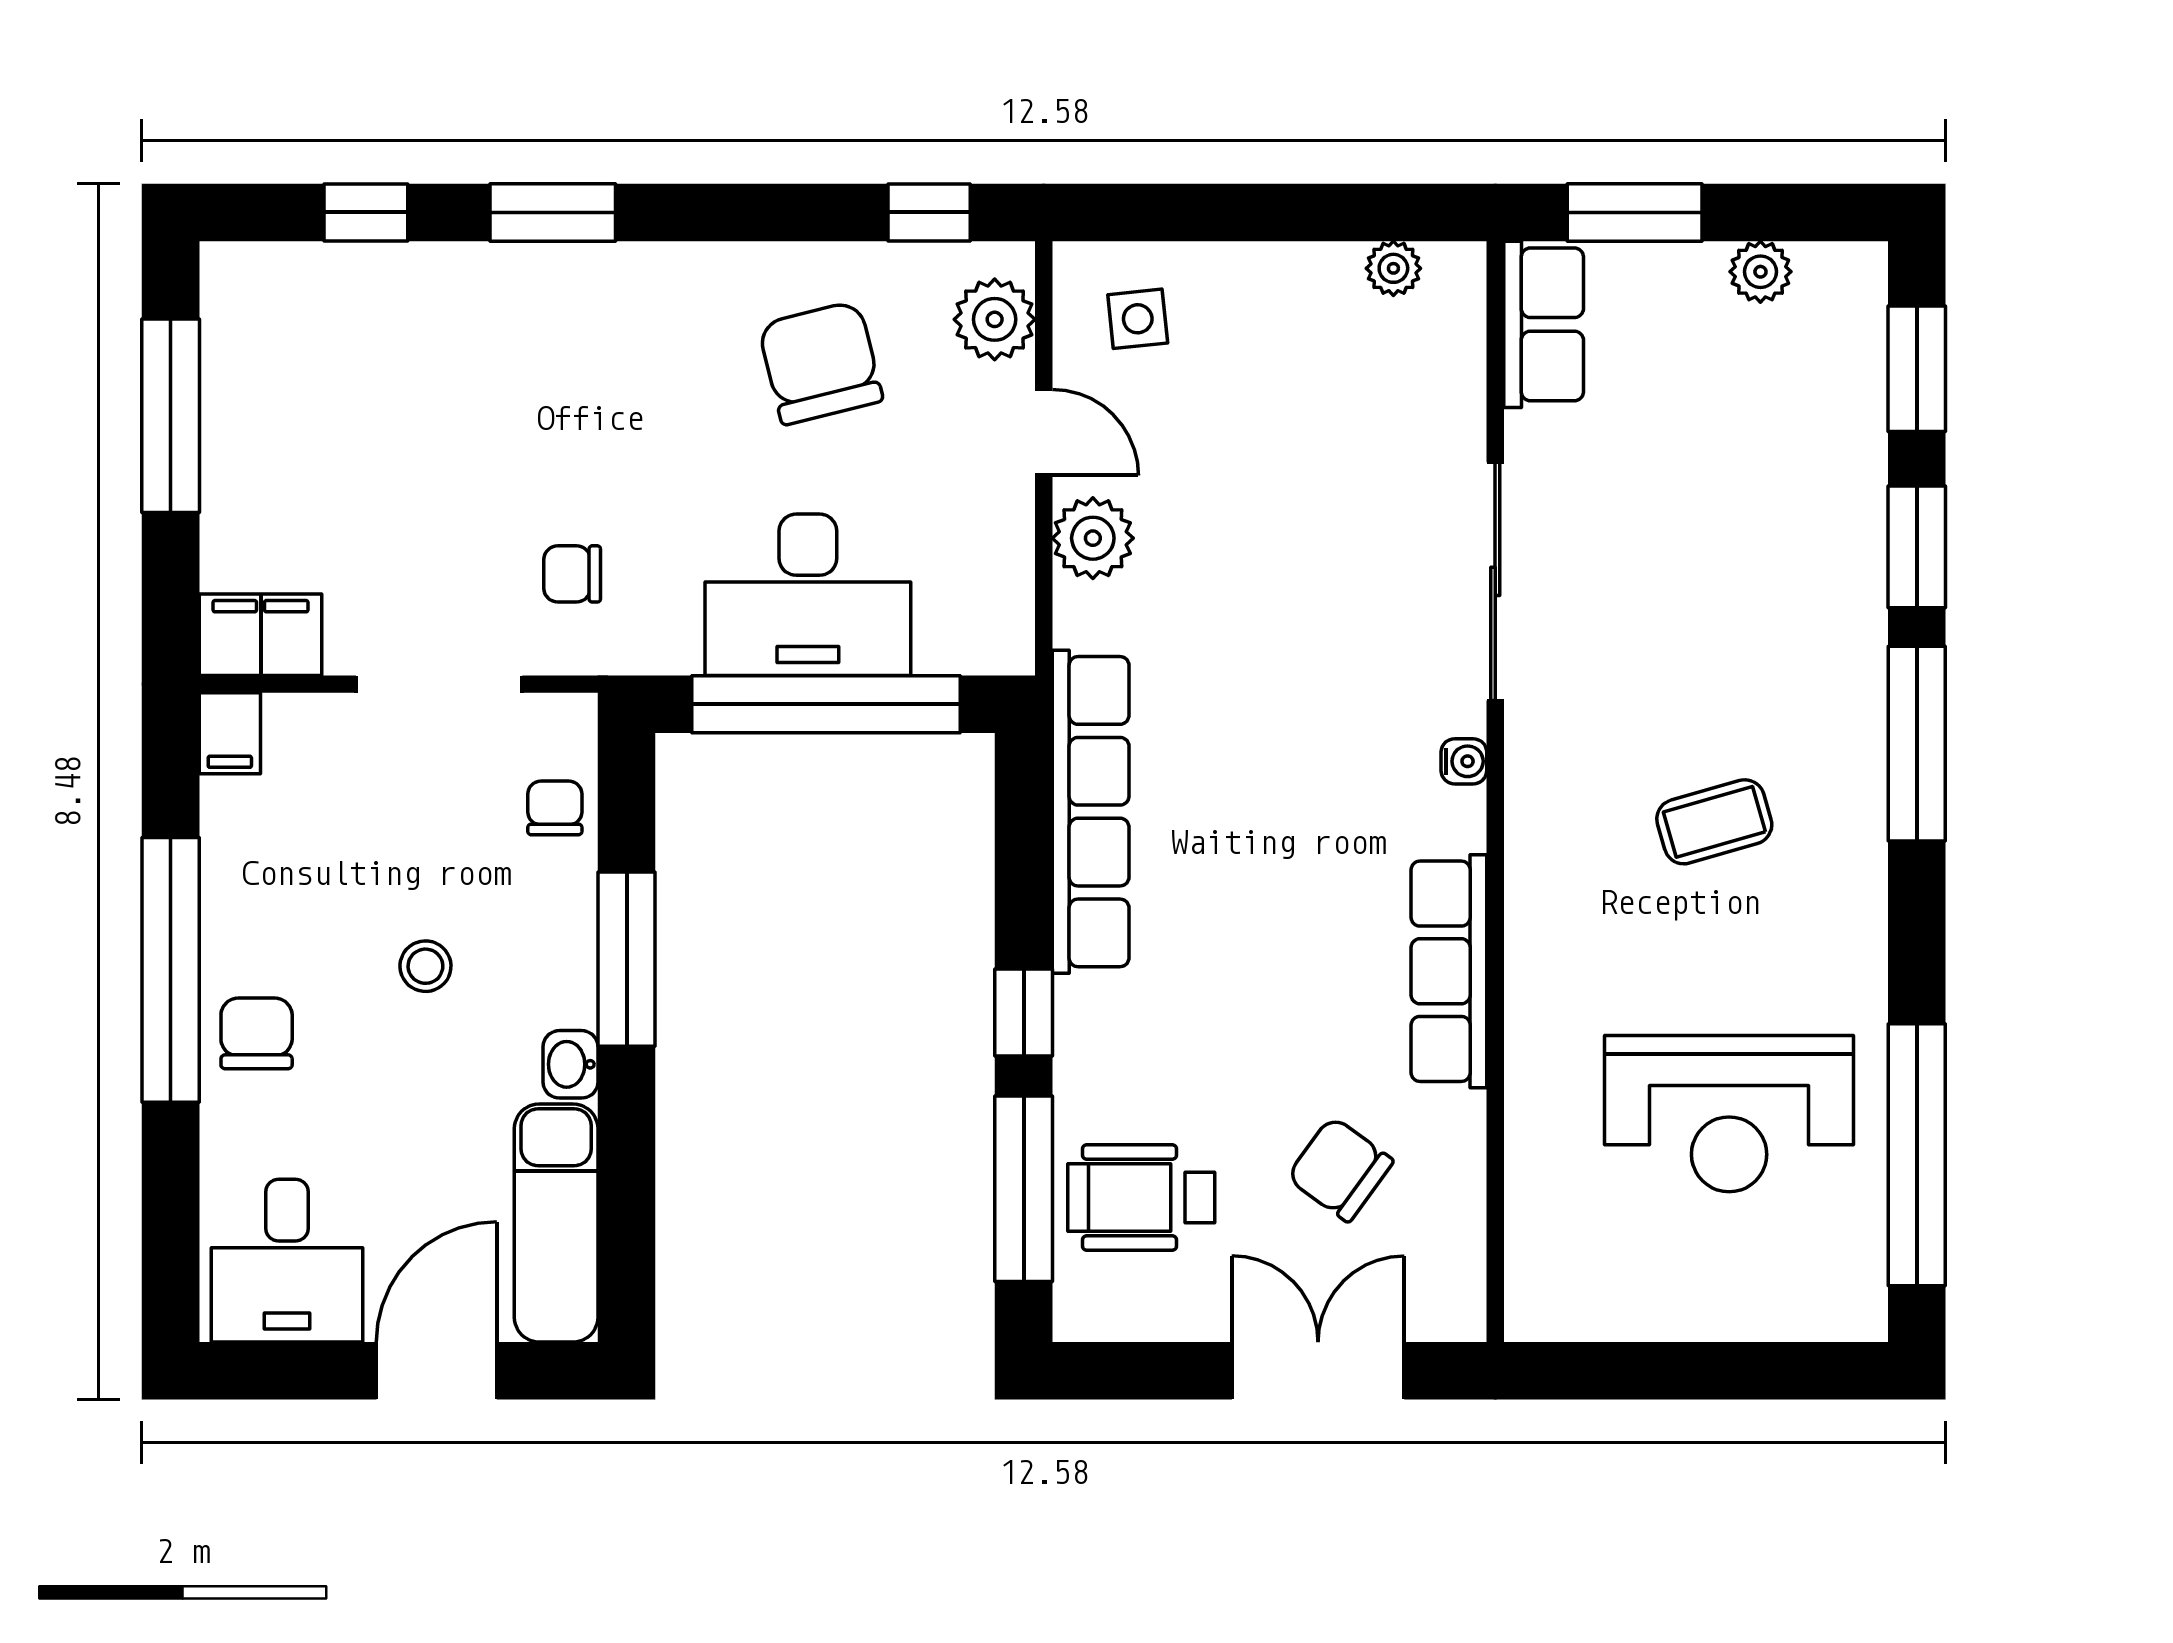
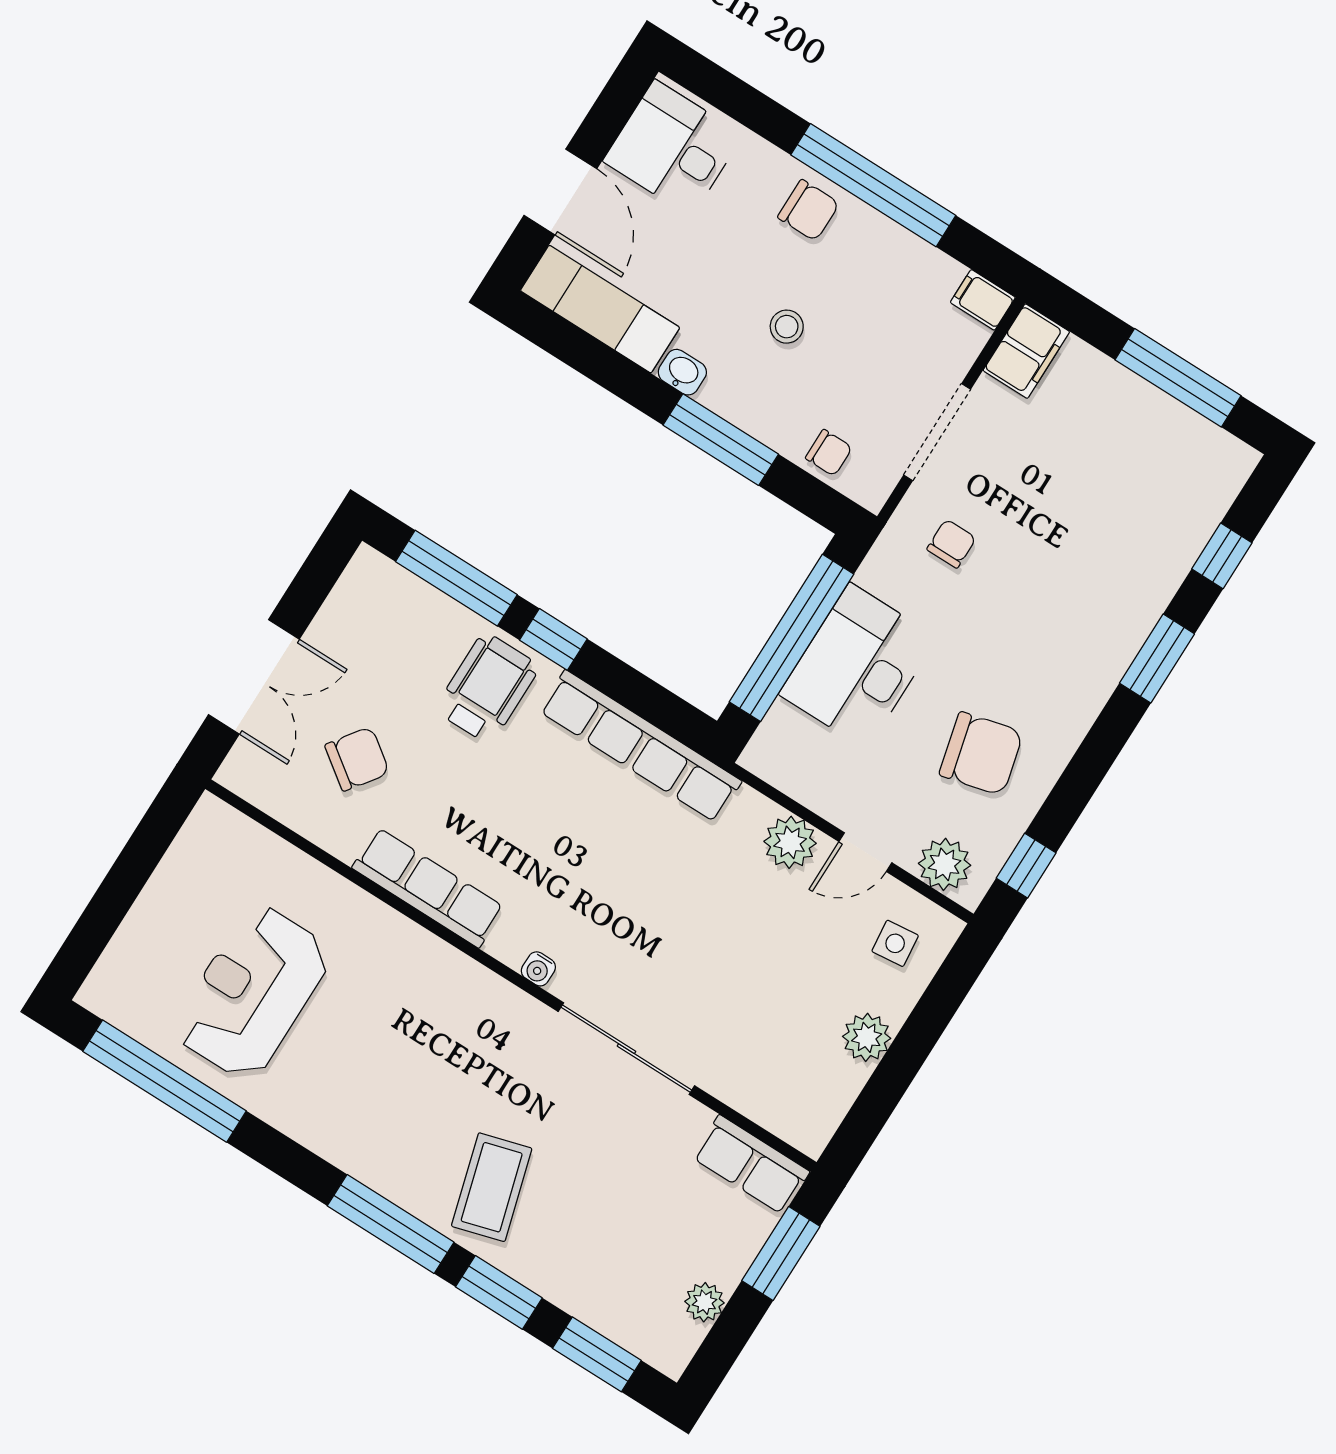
plant: (1393, 268) -> (867, 1037), moved, width x1.38, depth x1.38
coffee table: (1714, 822) -> (492, 1187), moved, width x1.36, depth x1.30
wheelchair: (1141, 1197) -> (487, 688), moved

